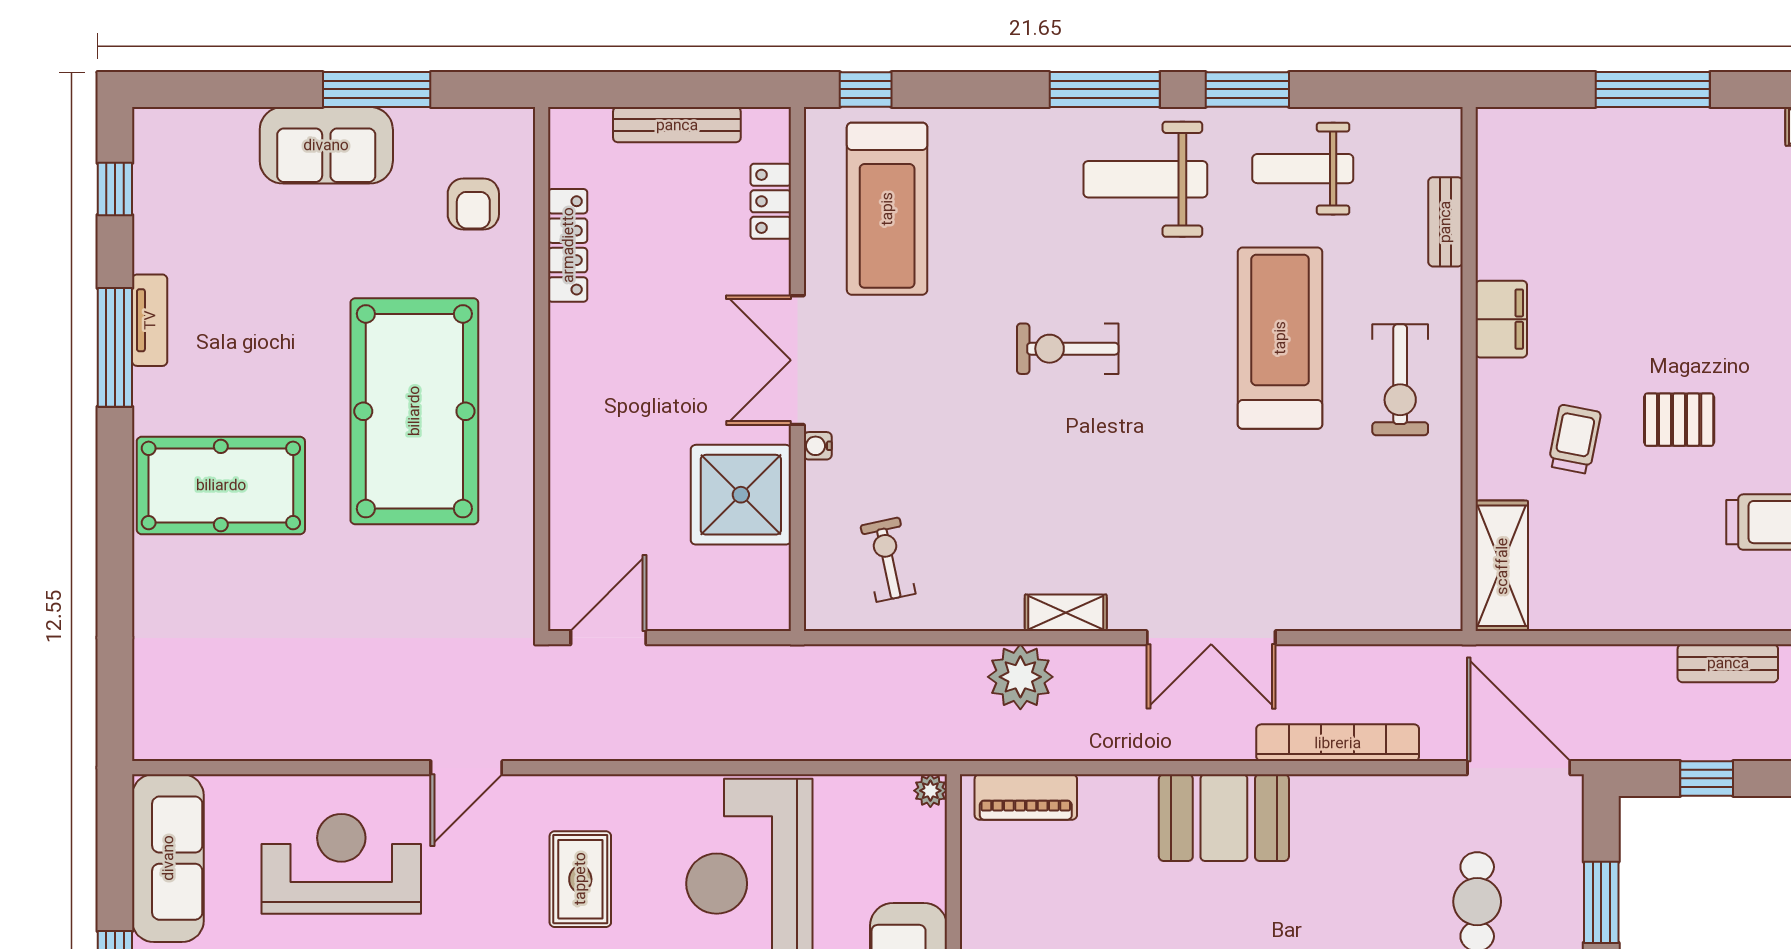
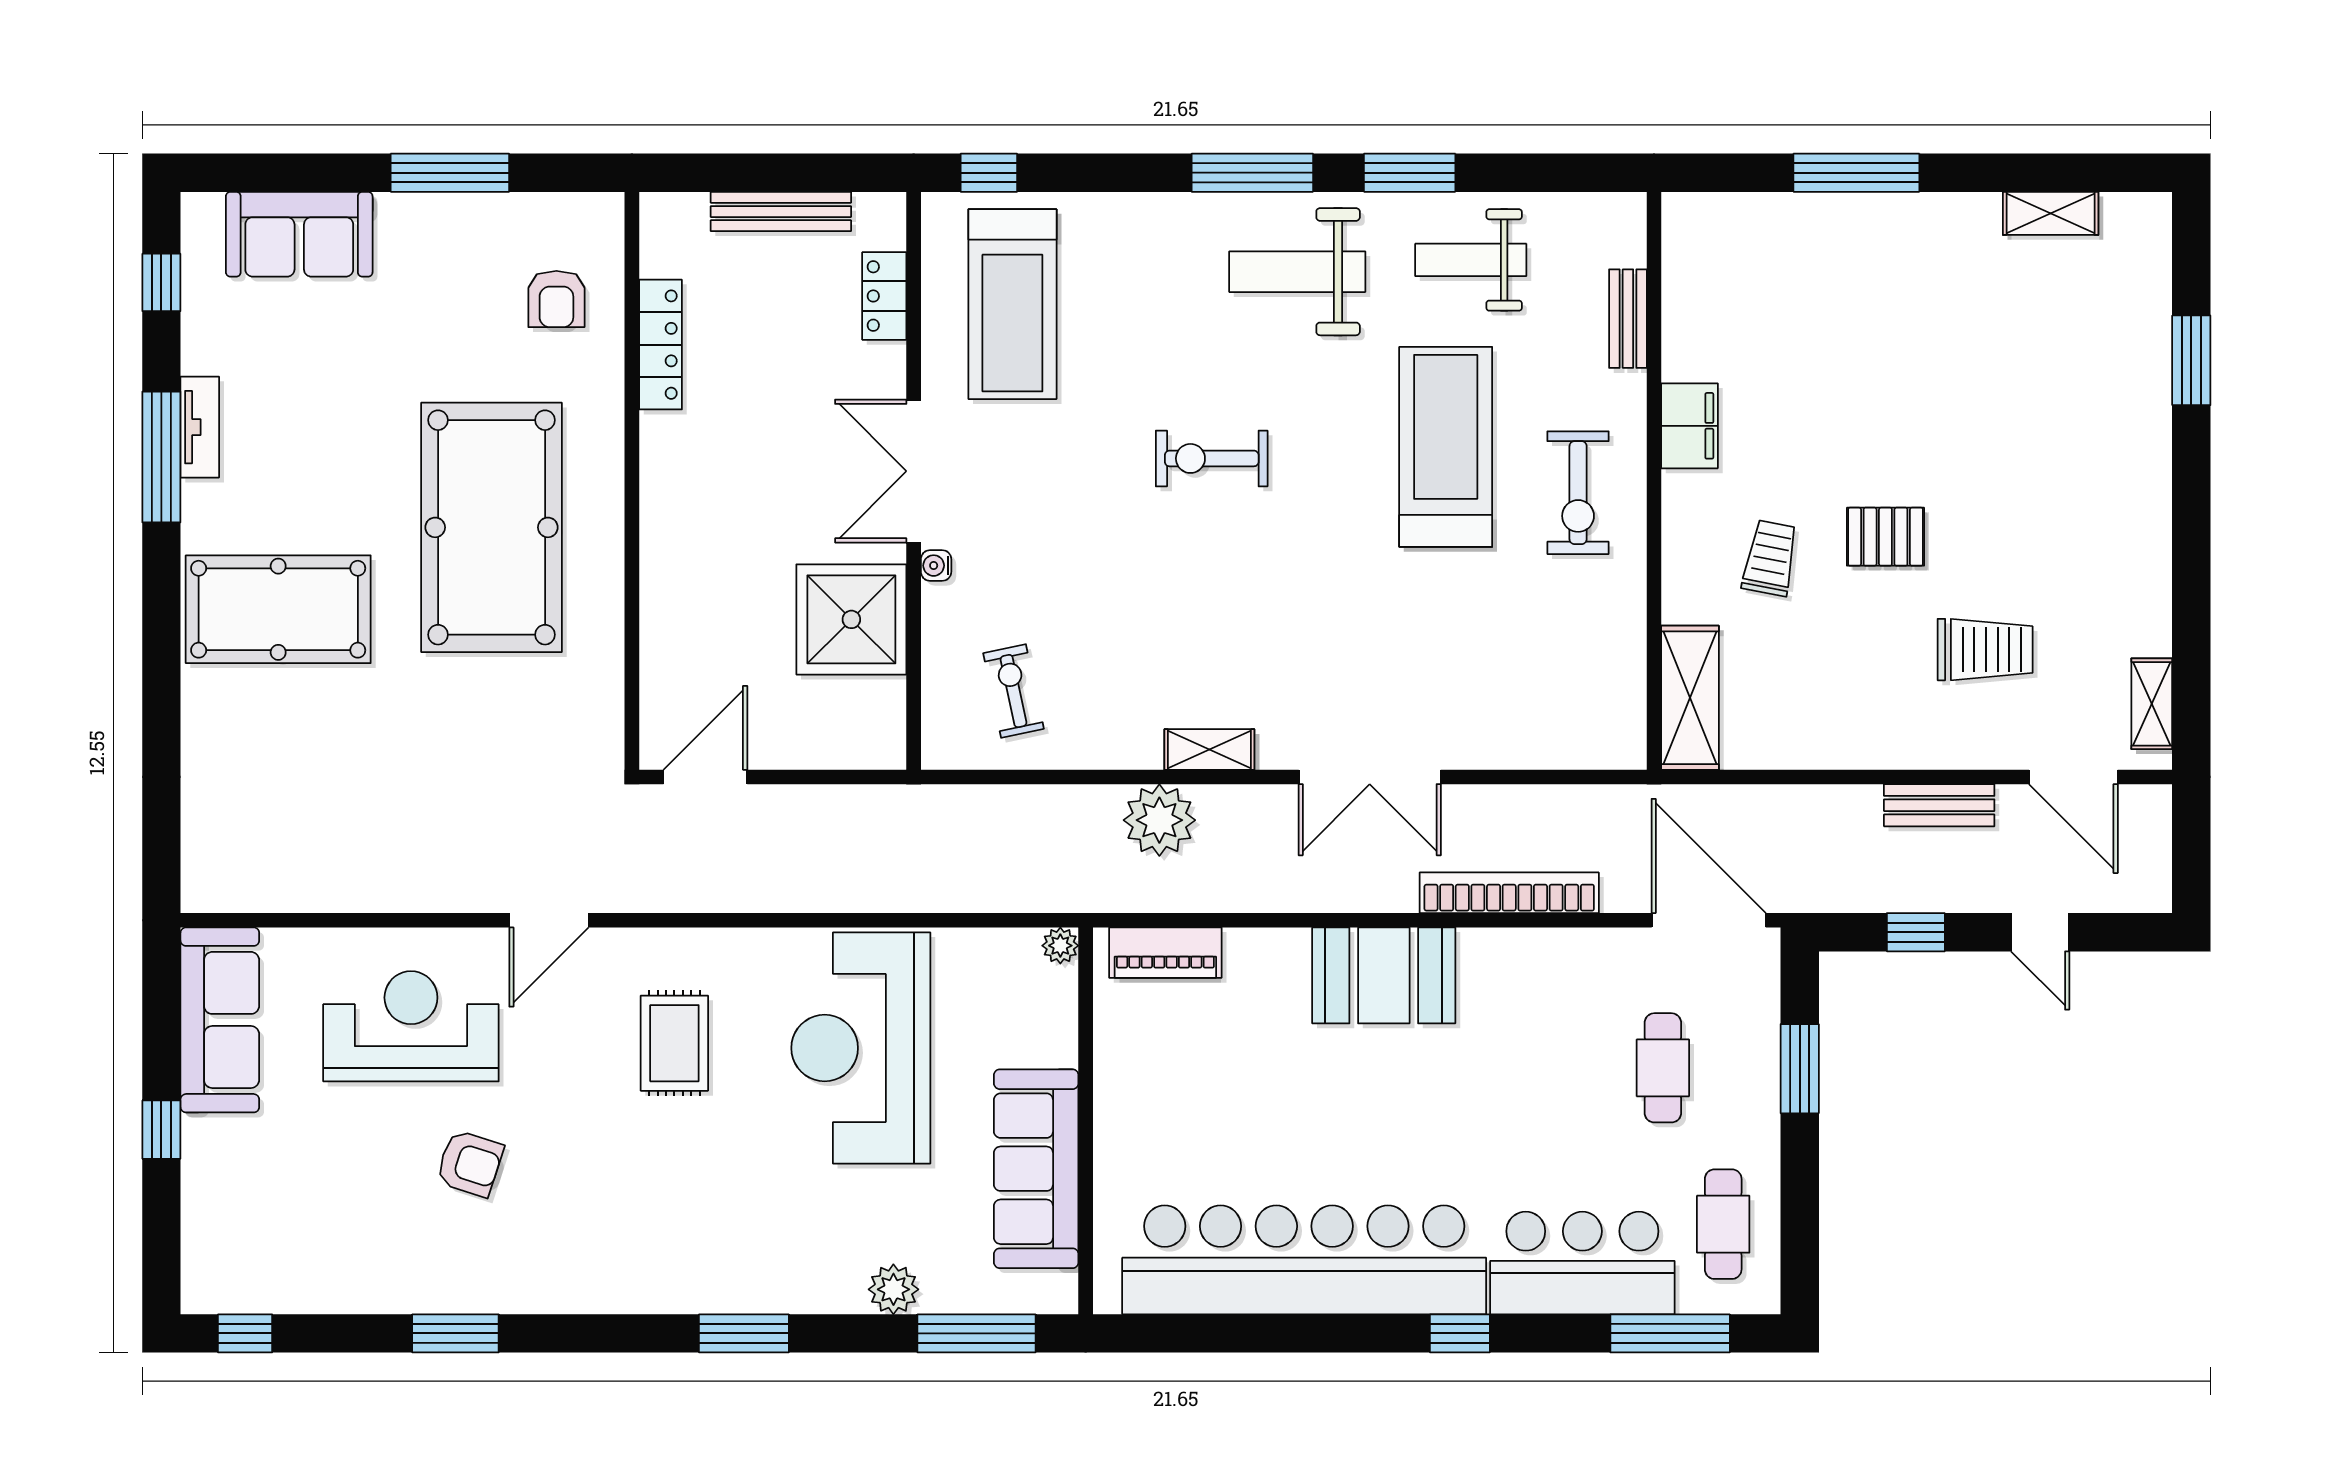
sofa: (326, 145) -> (299, 234), moved

